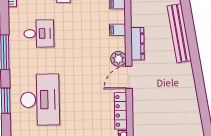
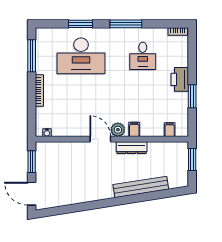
filing cabinet: (118, 30) -> (134, 129), moved
locker: (121, 111) -> (69, 131), removed

